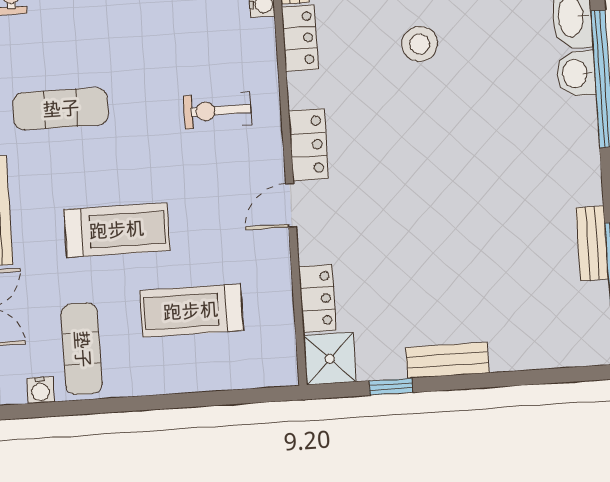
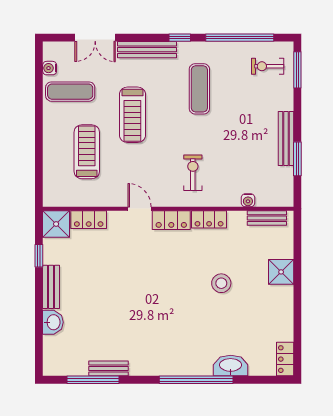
locker: (300, 38) -> (209, 219), moved
washbasin: (576, 73) -> (53, 322), moved, turned 90

